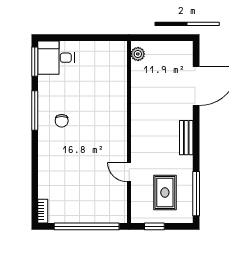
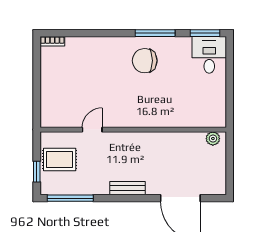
chair: (62, 121) -> (145, 61), width x1.87, depth x1.87
rug: (165, 193) -> (60, 159), moved
window: (87, 226) -> (37, 86), removed
window: (154, 226) -> (37, 172), moved

